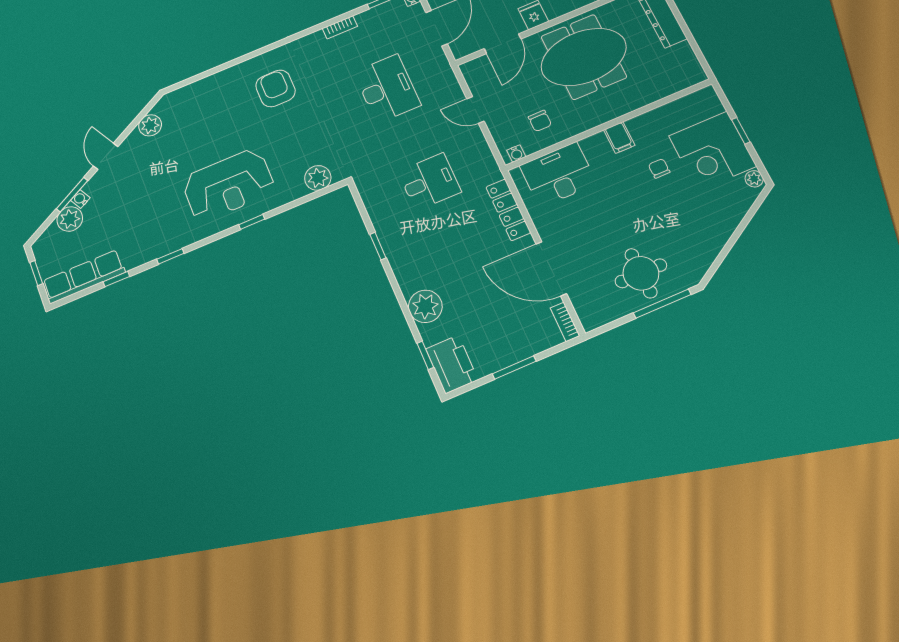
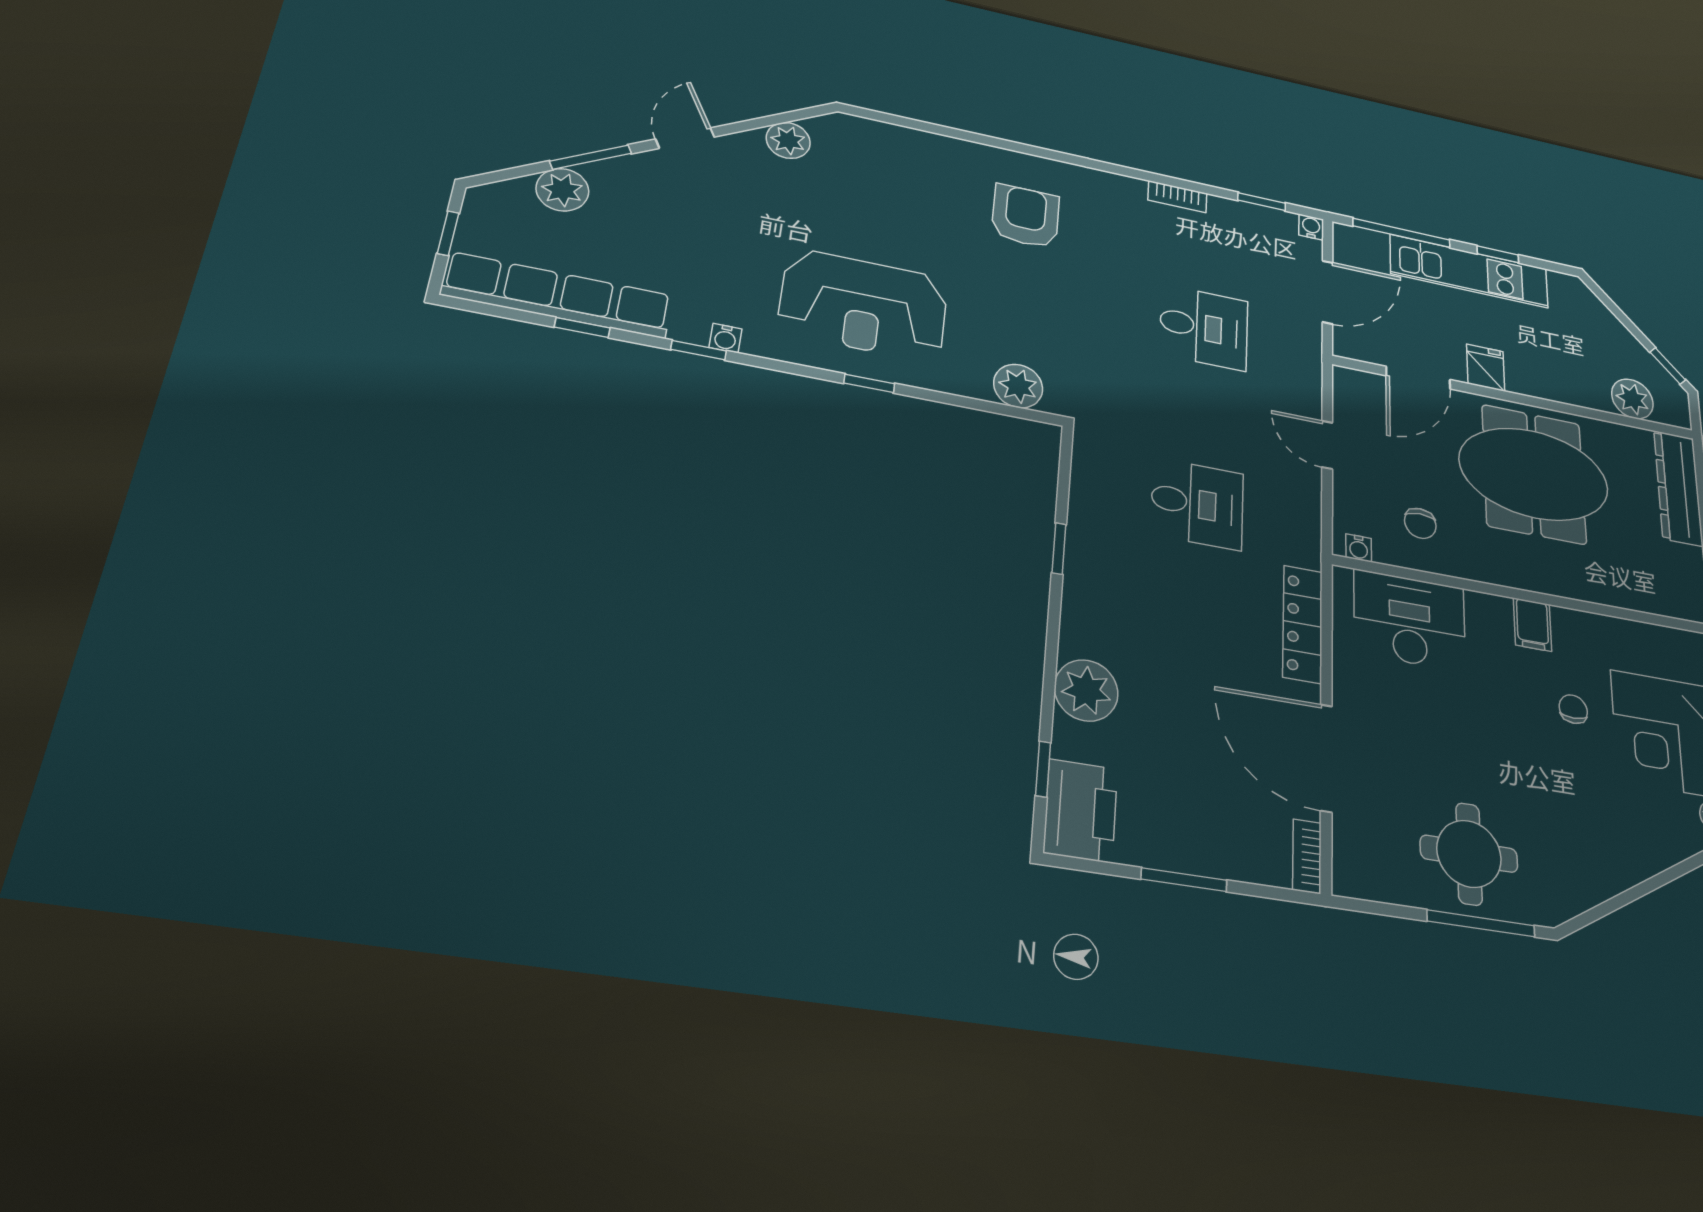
desk: (387, 89) -> (1204, 328), width x0.73
water cooler: (80, 199) -> (725, 338), moved, turned -151
row of seats: (84, 277) -> (558, 295), width x1.36

